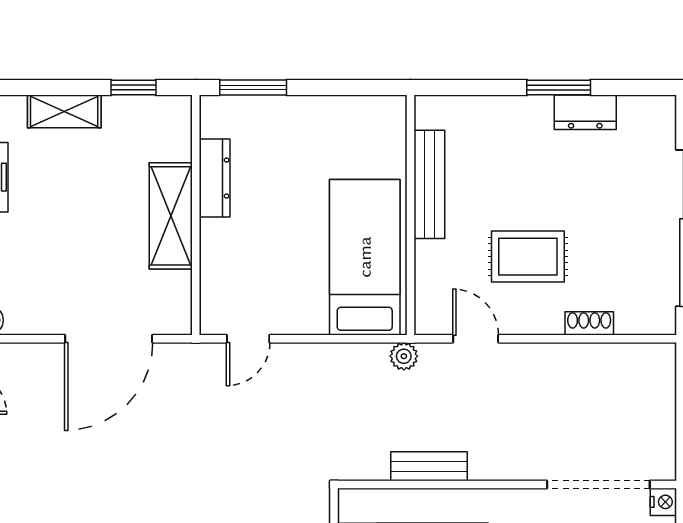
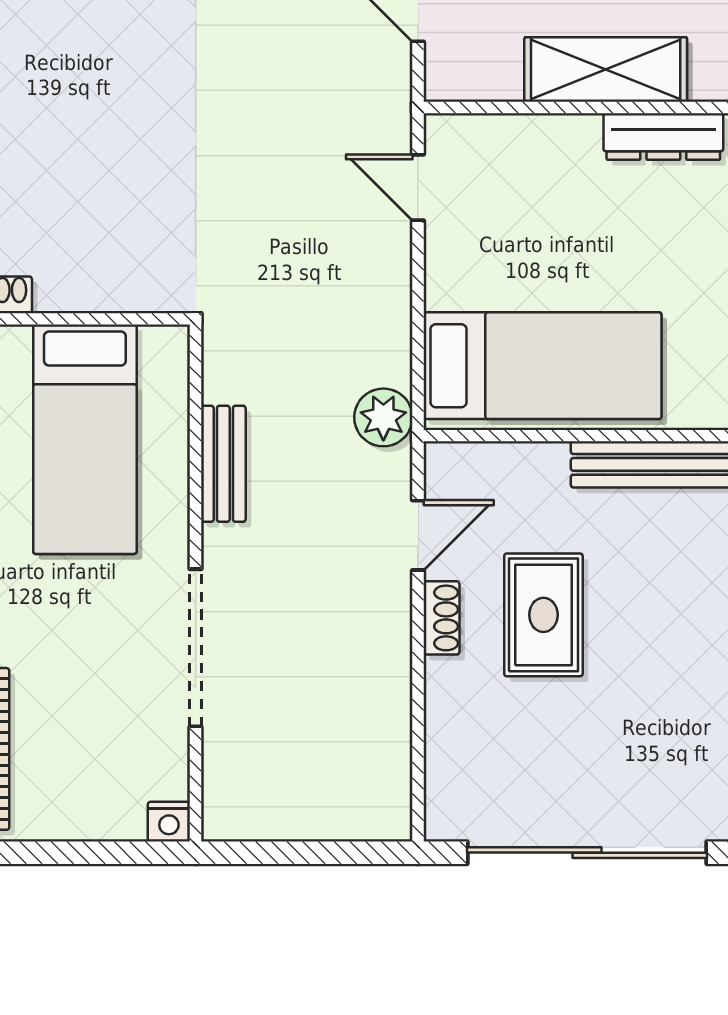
shoe rack: (589, 323) -> (441, 618), moved
plant: (404, 356) -> (383, 417), width x1.38, depth x1.38
doorway: (598, 484) -> (196, 648), moved

